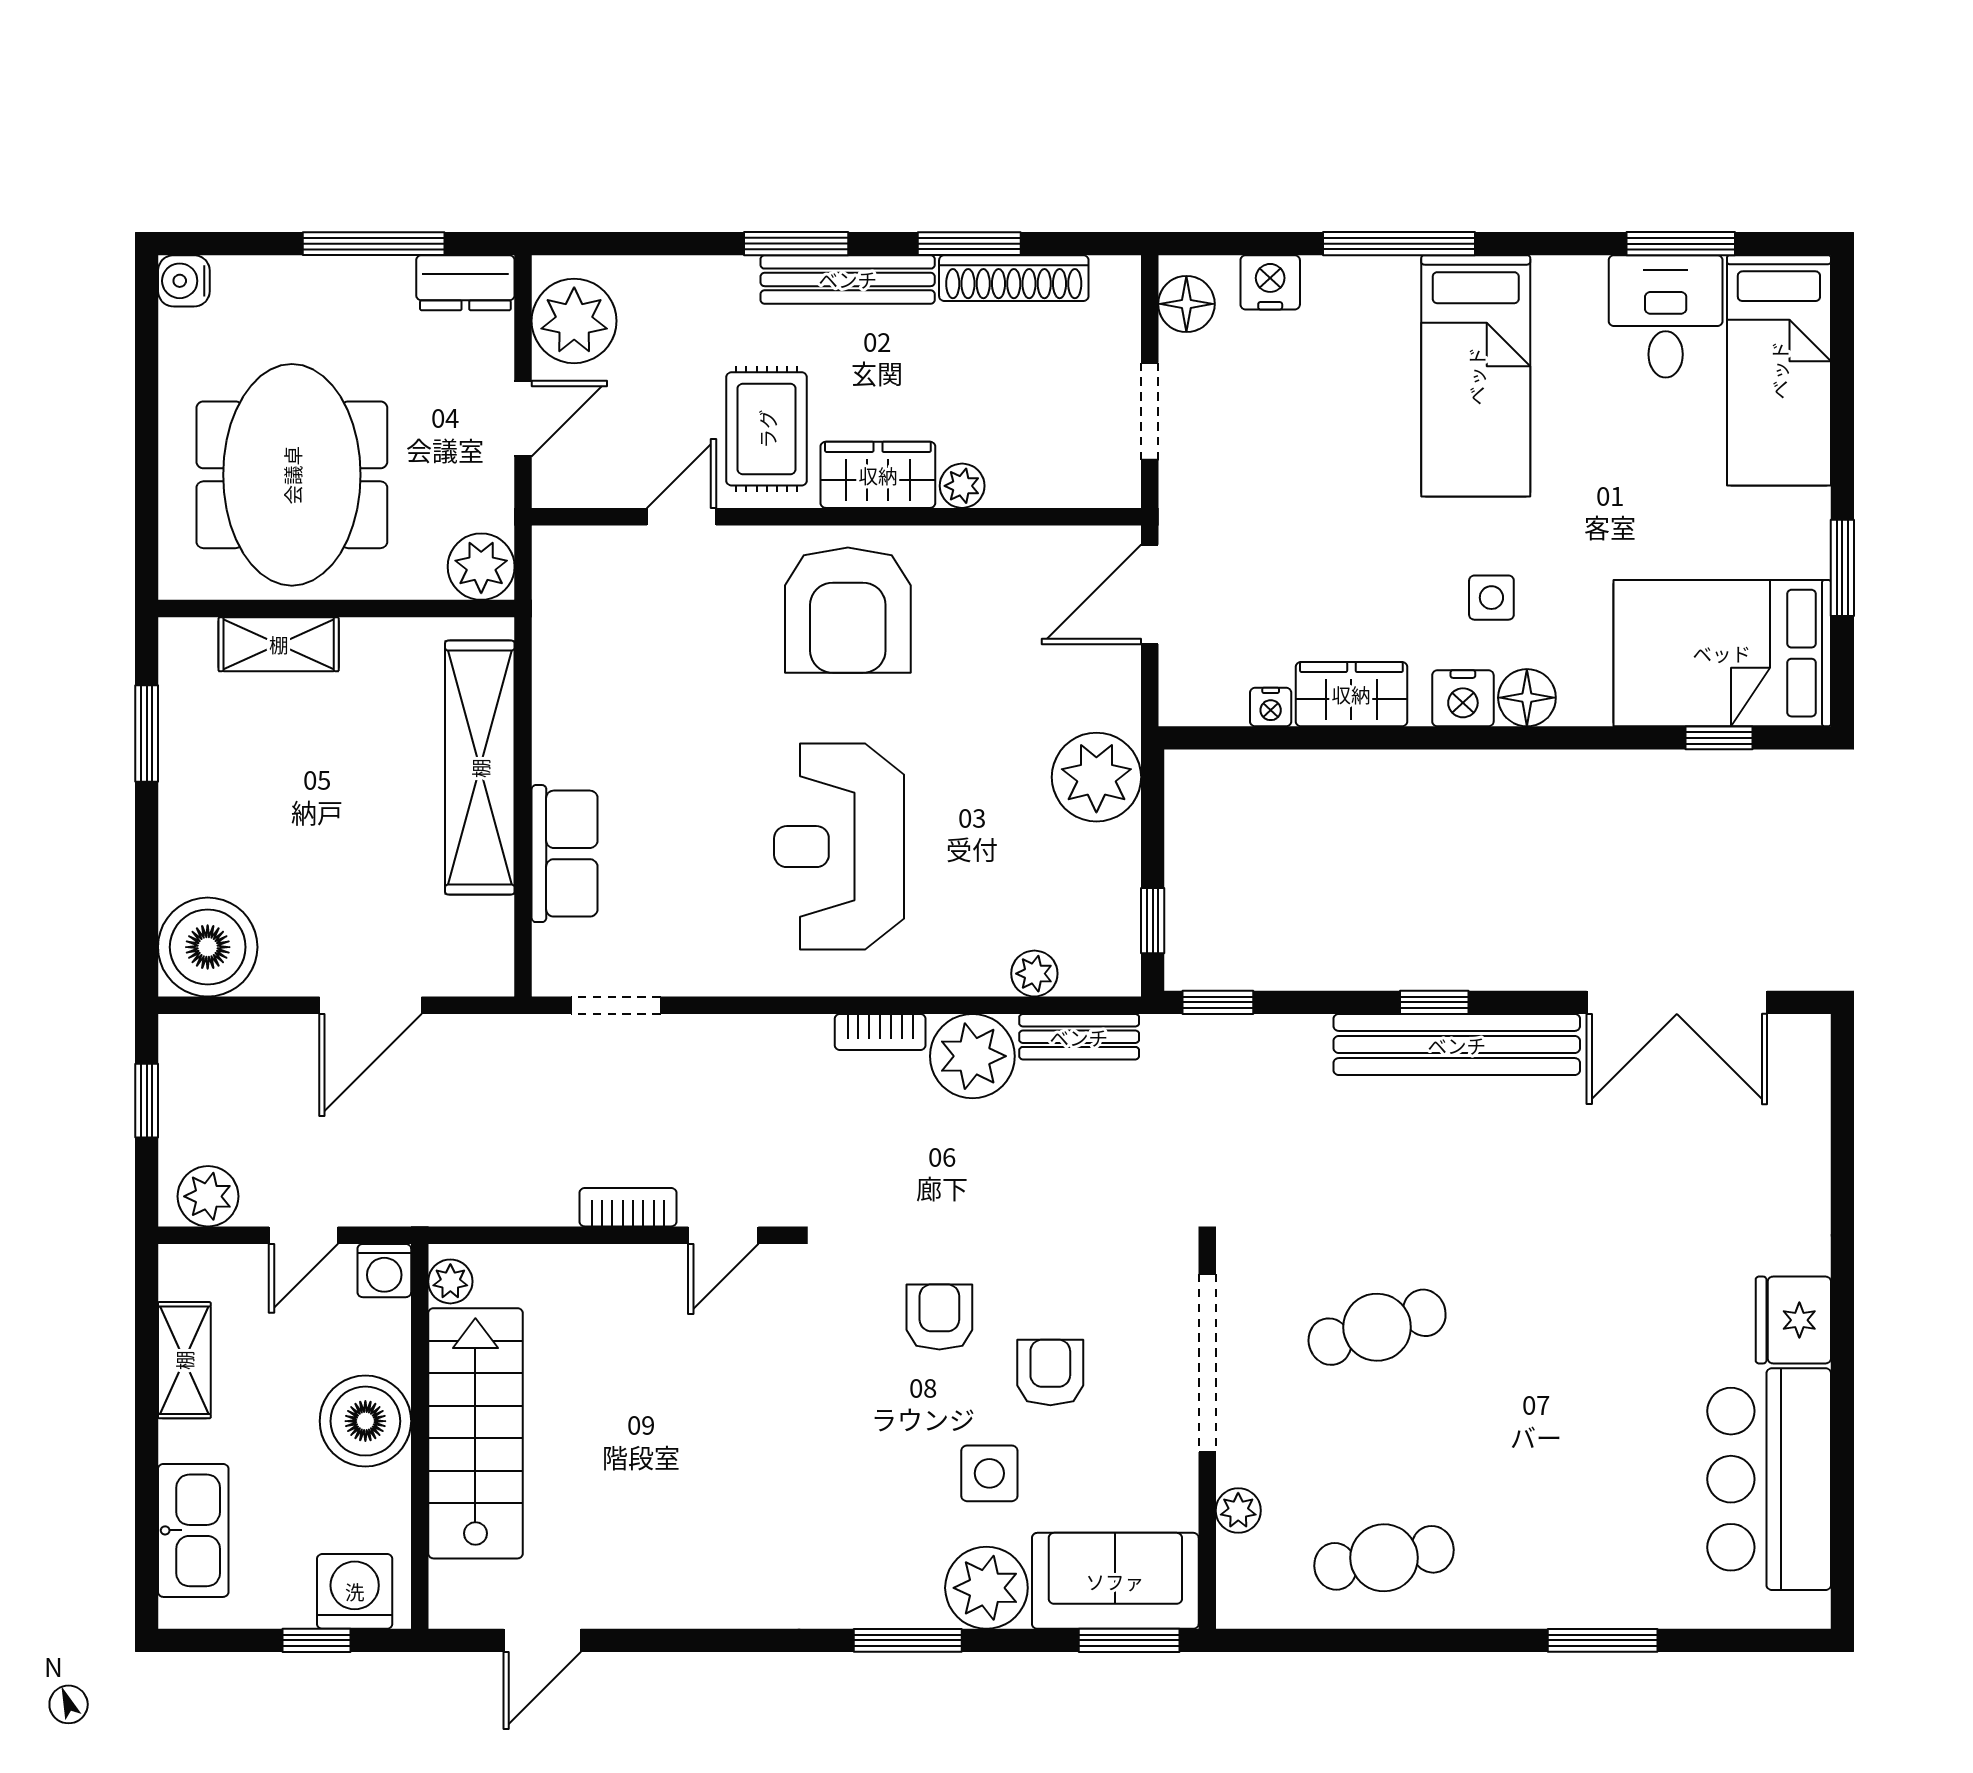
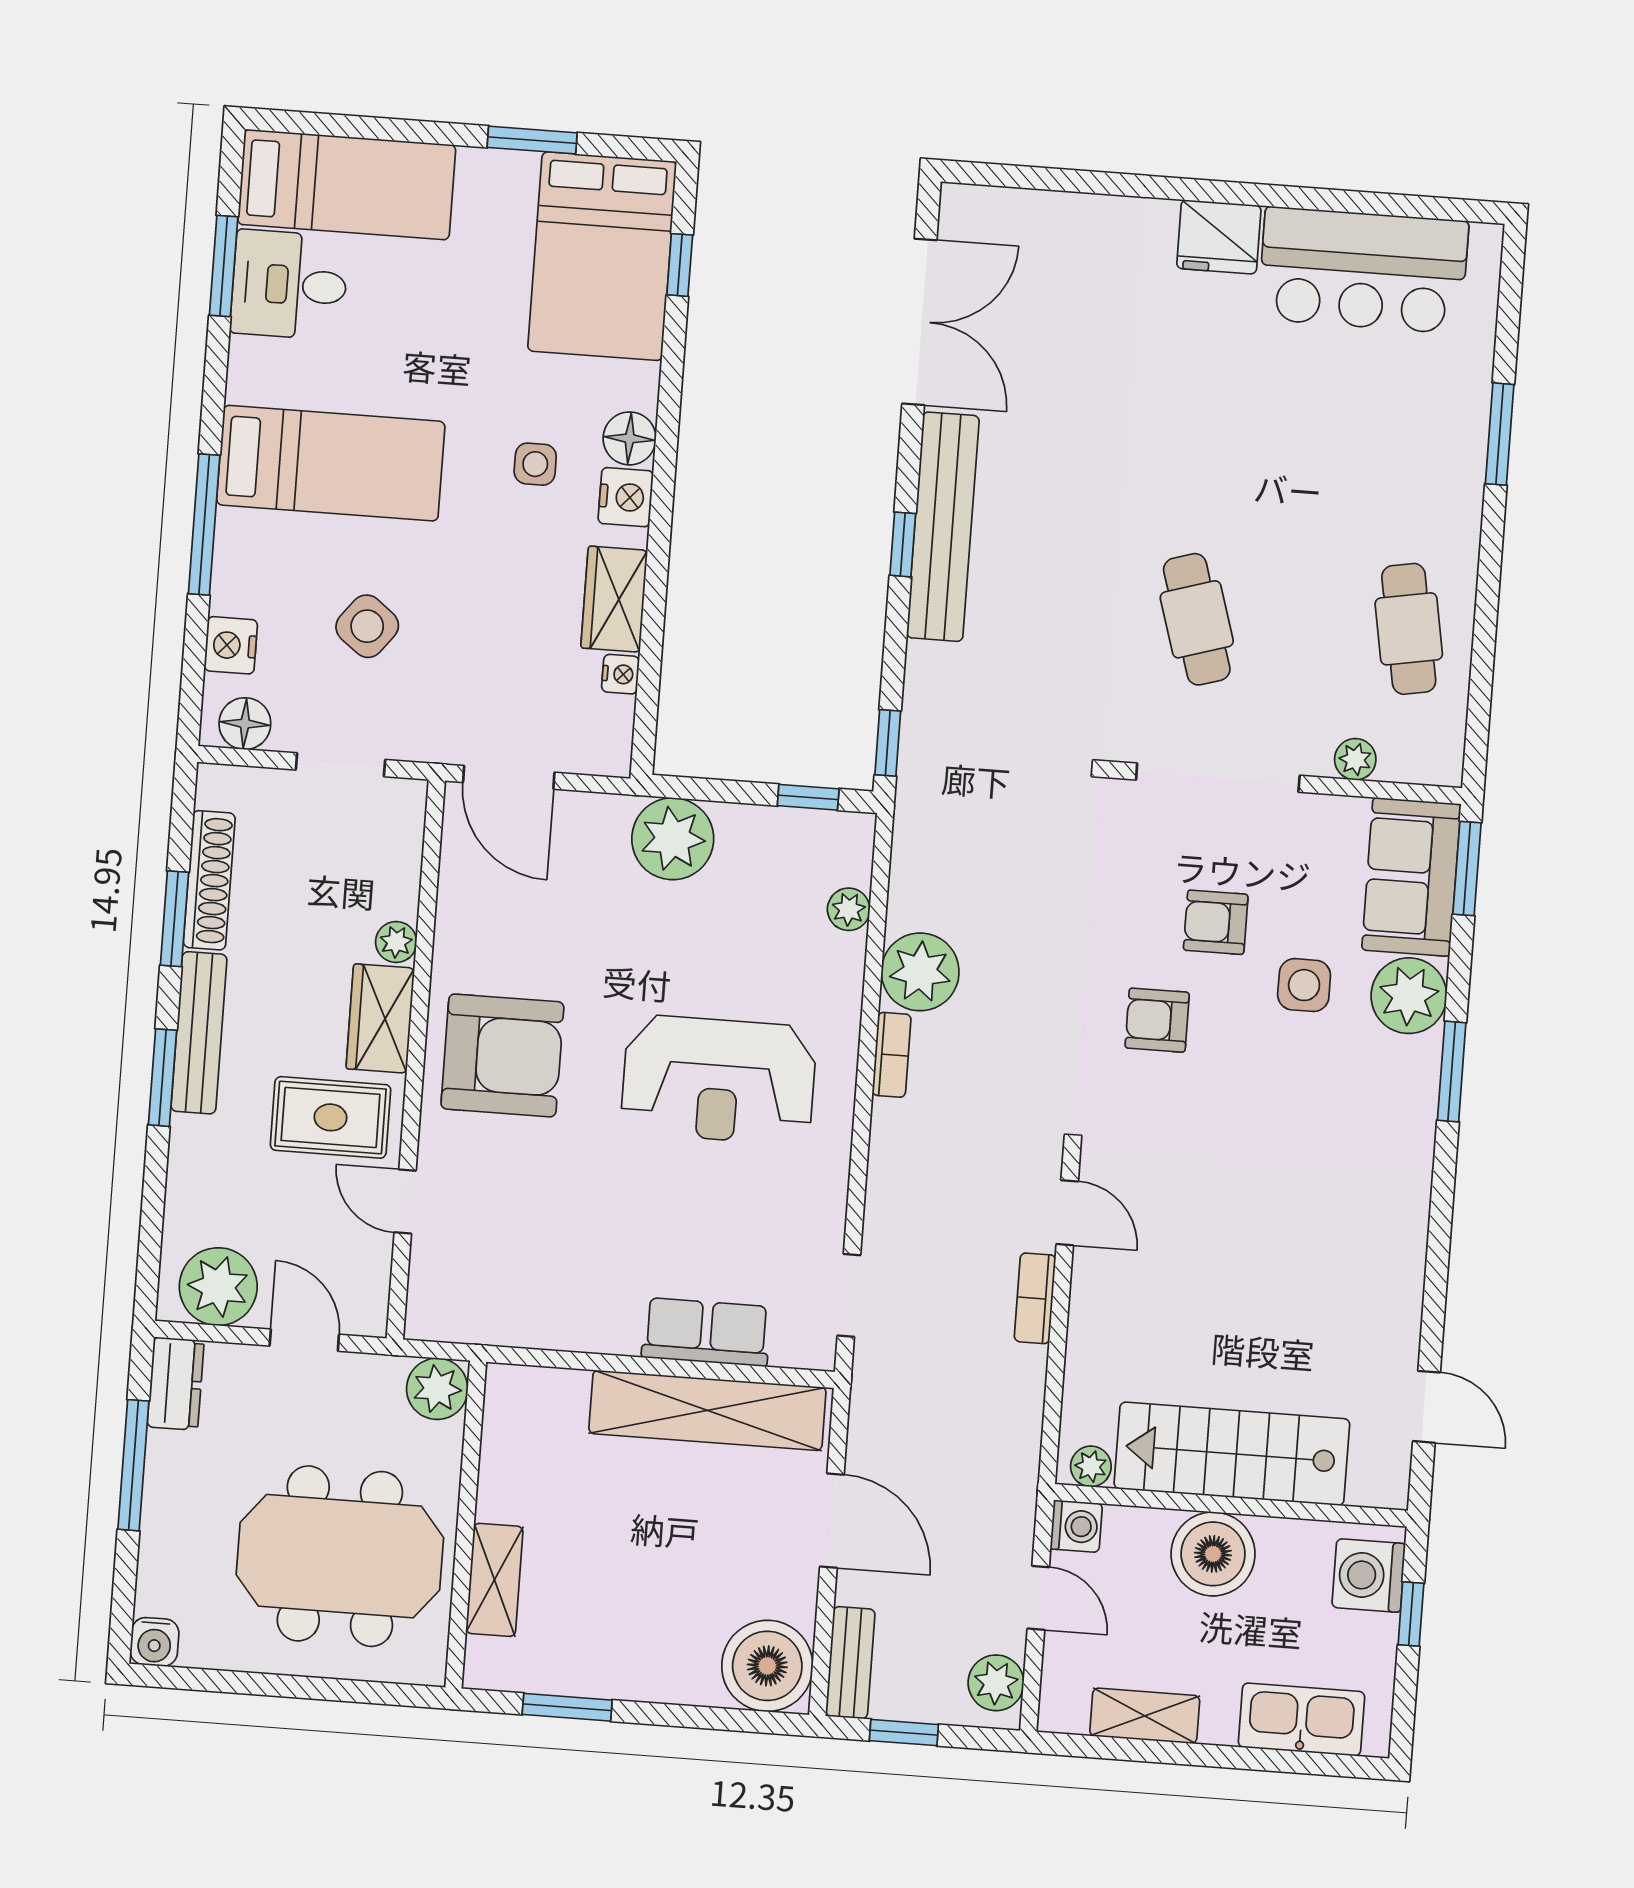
side table: (1302, 429) -> (367, 626), added
shelving: (480, 768) -> (707, 1410), moved
bench: (1079, 1037) -> (850, 1663), moved

